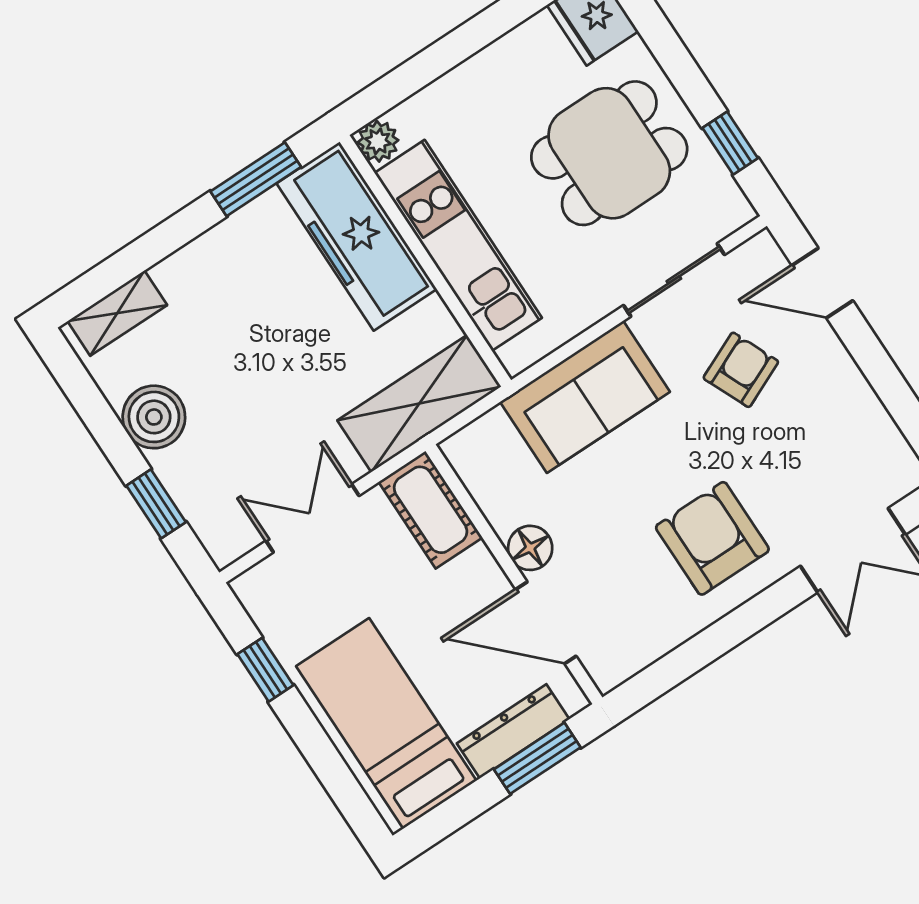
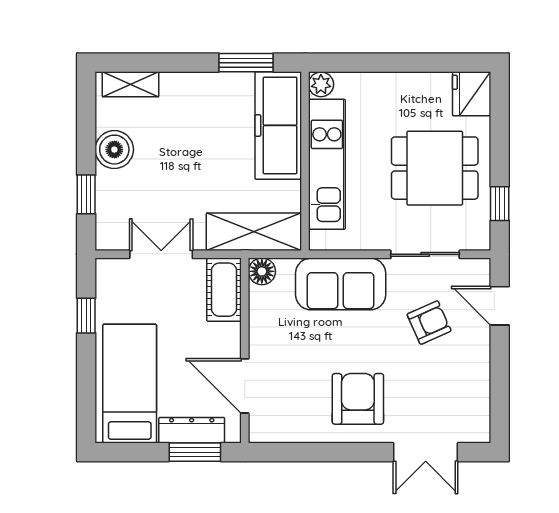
floor lamp: (530, 548) -> (262, 271), moved

